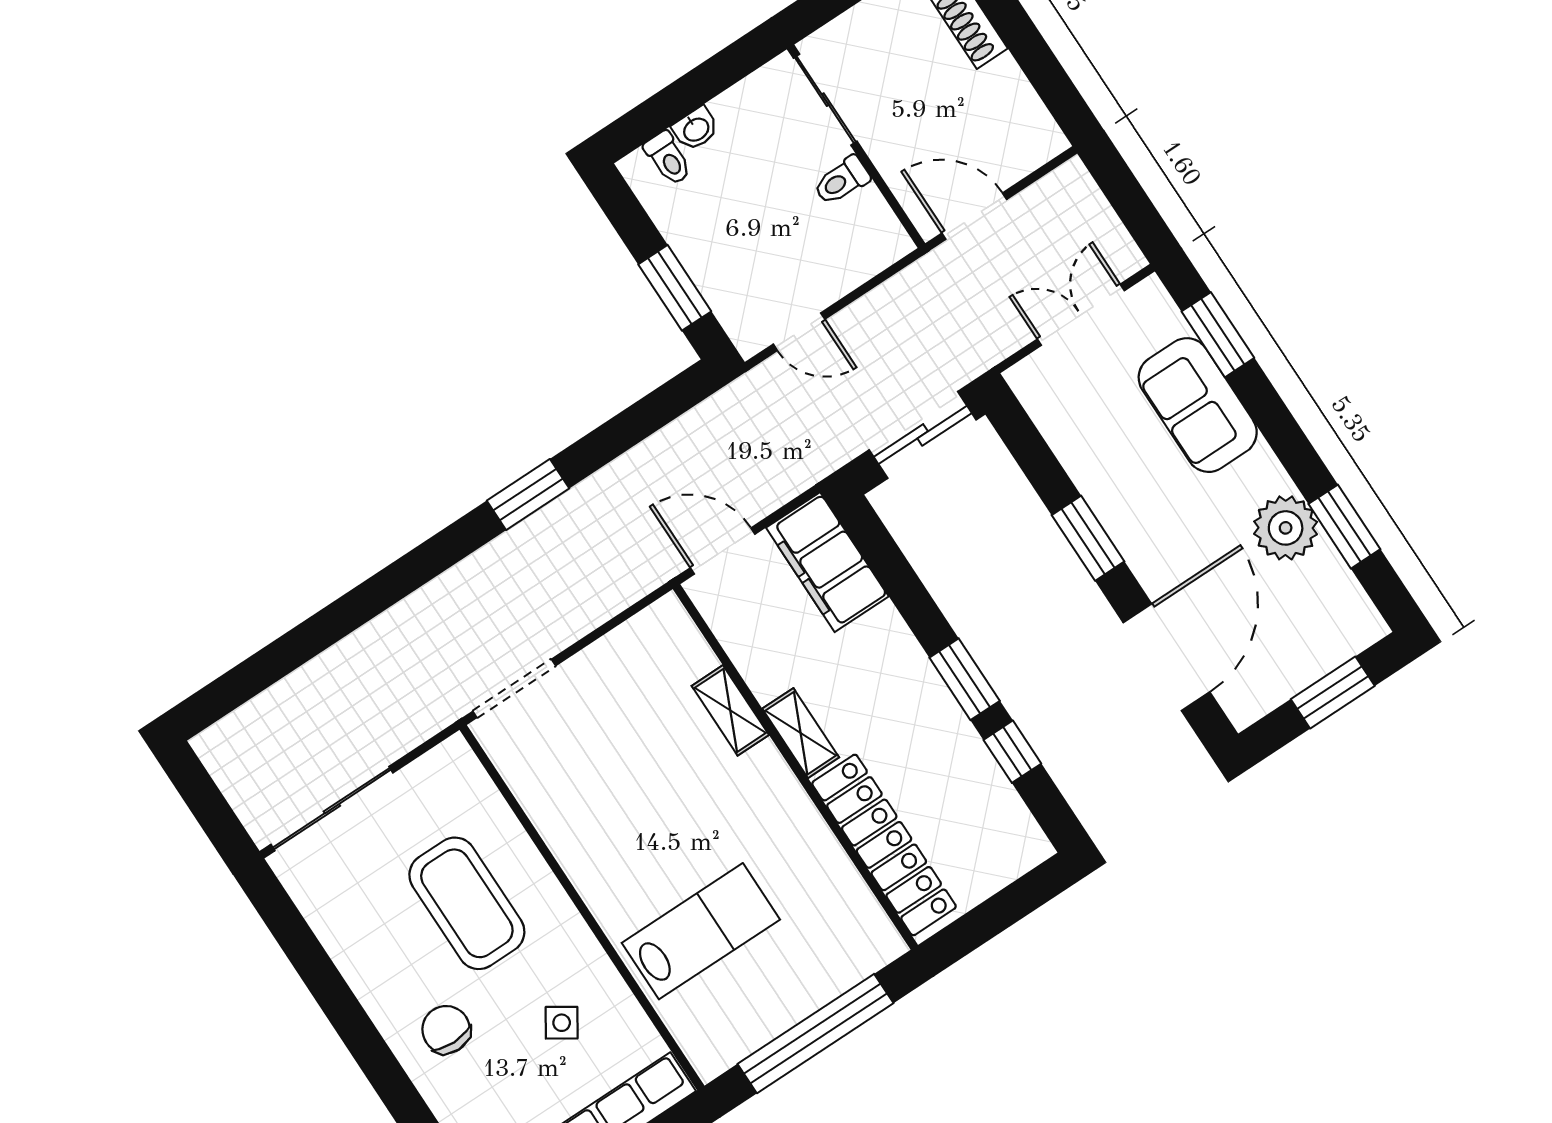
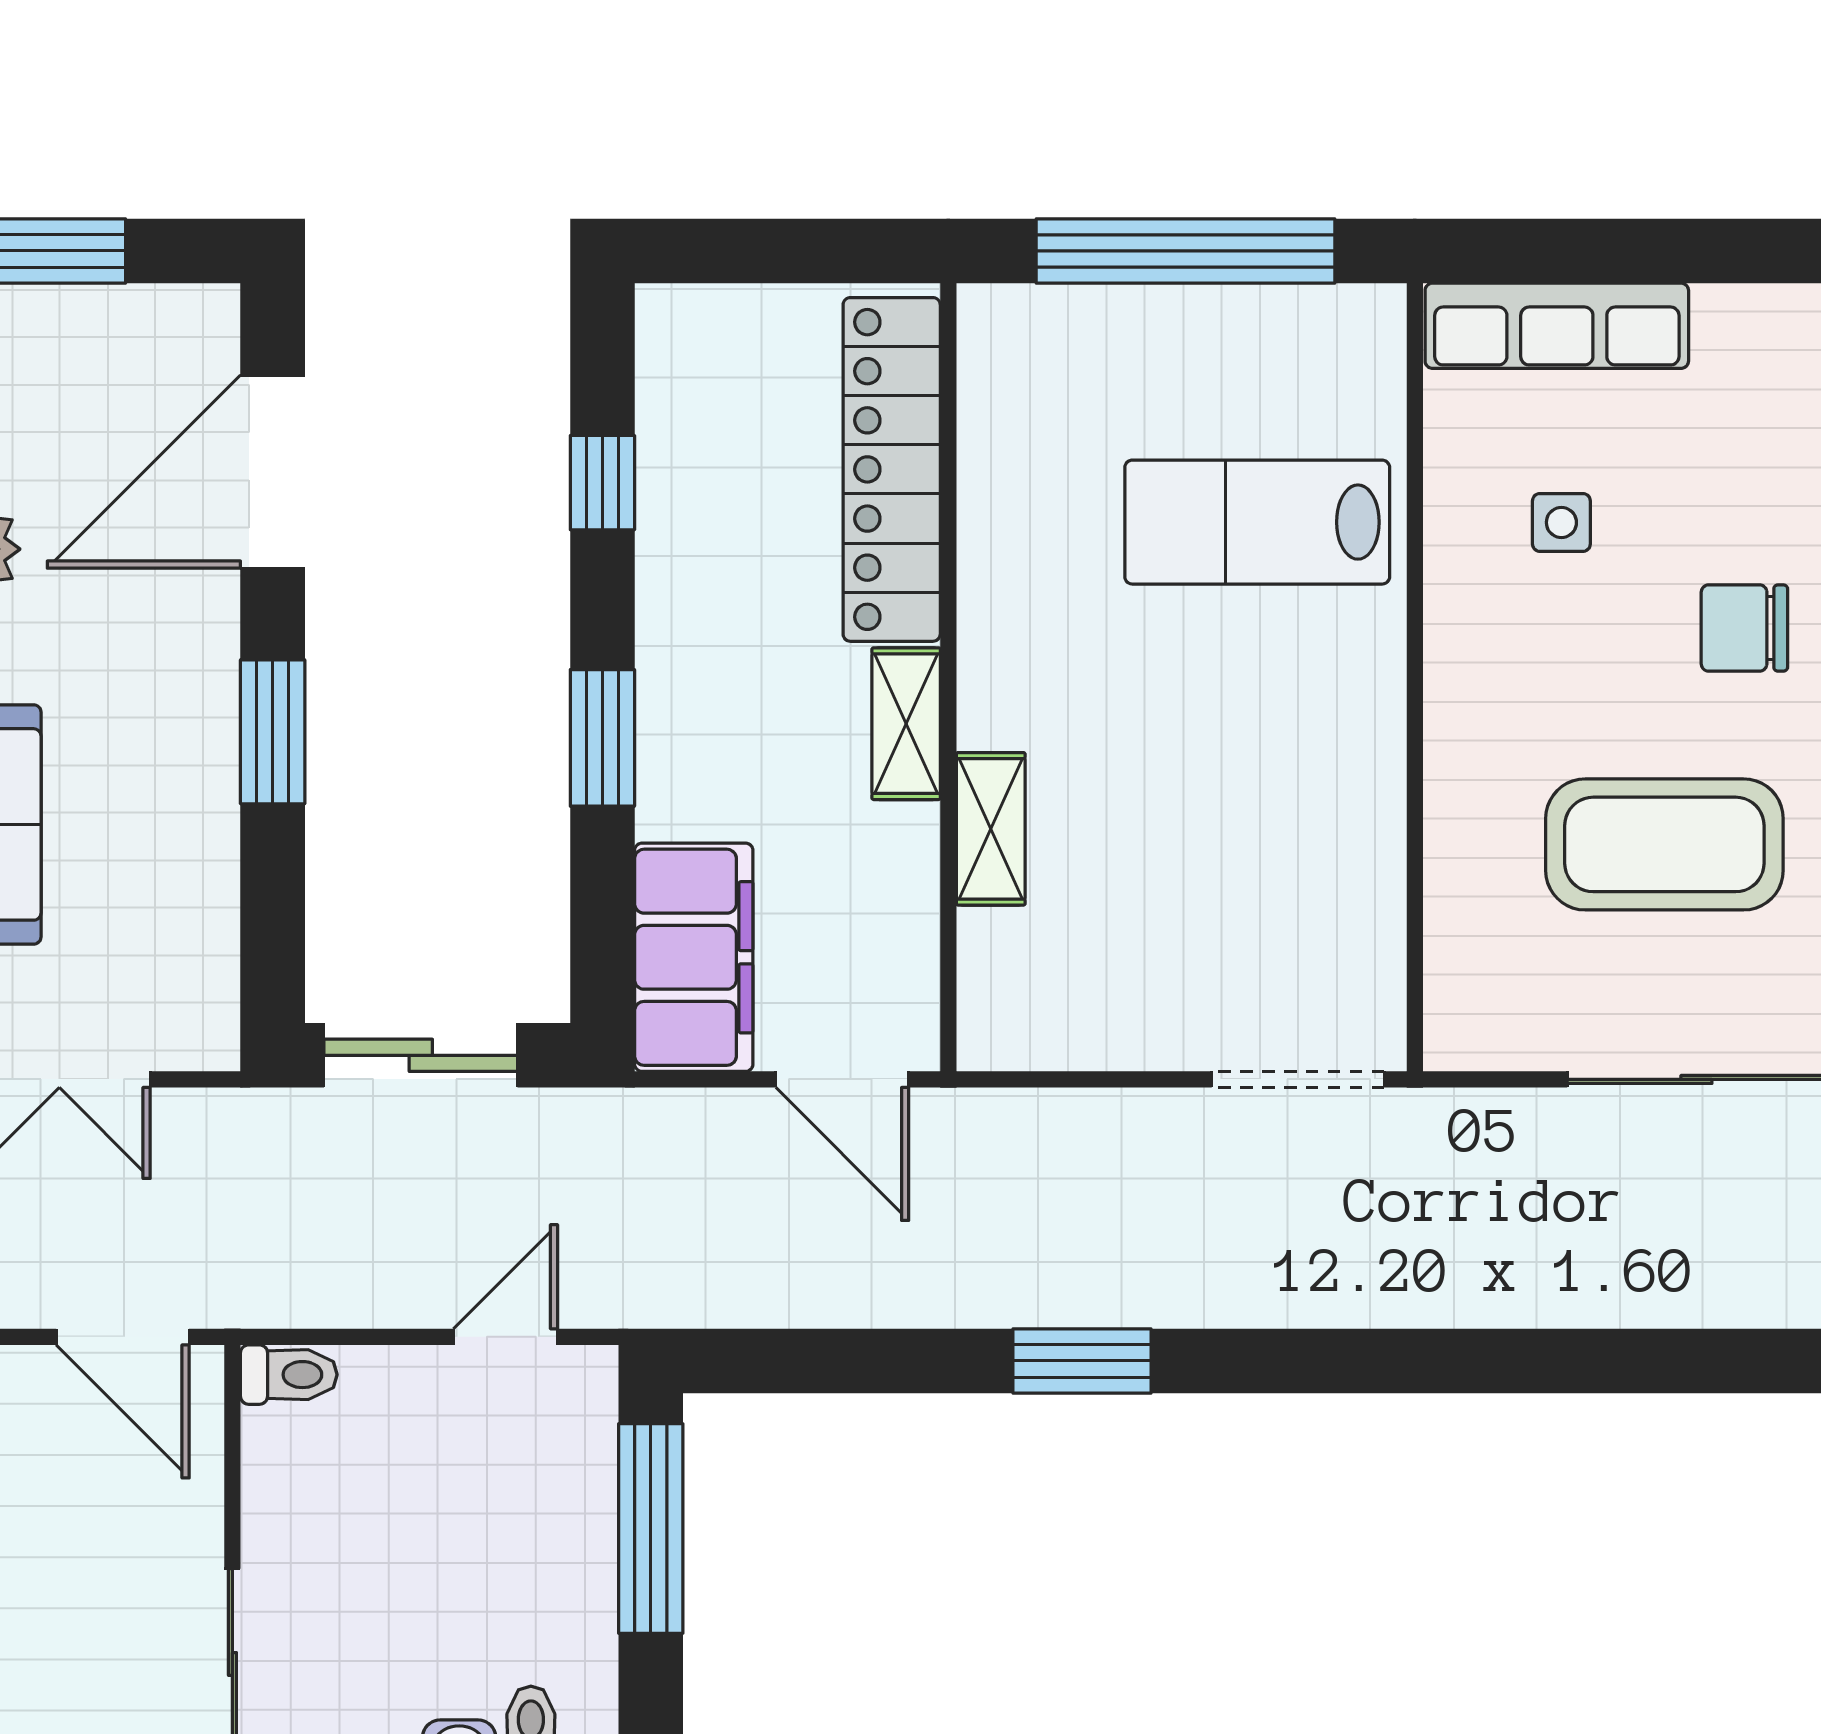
toilet: (842, 181) -> (289, 1375), moved
window: (675, 288) -> (651, 1529), width x1.44
door: (799, 332) -> (506, 1337), hinge flipped
window: (965, 679) -> (602, 738), moved
coffee table: (467, 903) -> (1664, 844), moved, turned 90
side table: (562, 1023) -> (1561, 522), turned -33
chair: (446, 1030) -> (1744, 628), turned 90

